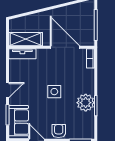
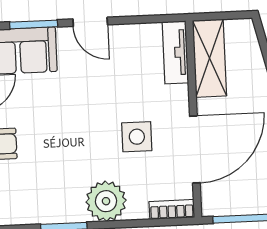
side table: (54, 92) -> (137, 137), moved
plant: (86, 103) -> (106, 201), moved

